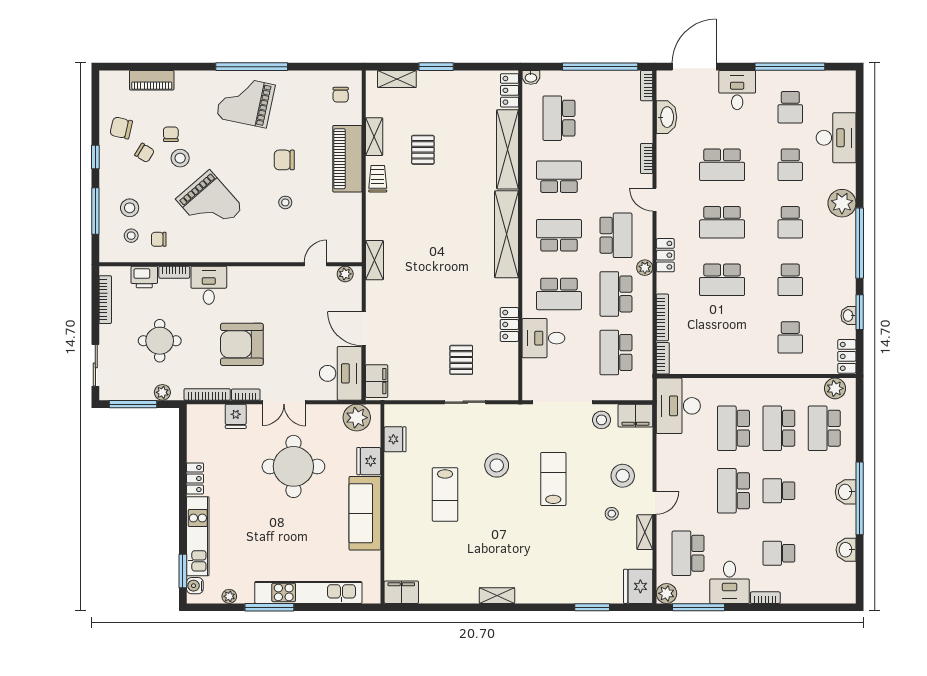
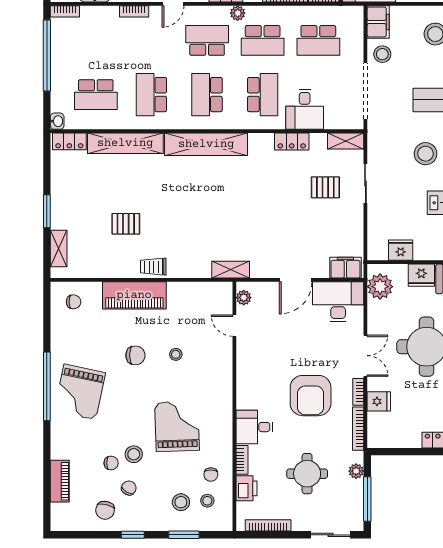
chair: (171, 134) -> (111, 463), turned 180
shelving: (374, 137) -> (346, 141), moved
chair: (284, 160) -> (135, 355), turned -90
grand piano: (210, 204) -> (177, 426), turned -51
window: (95, 211) -> (184, 535), width x0.69

